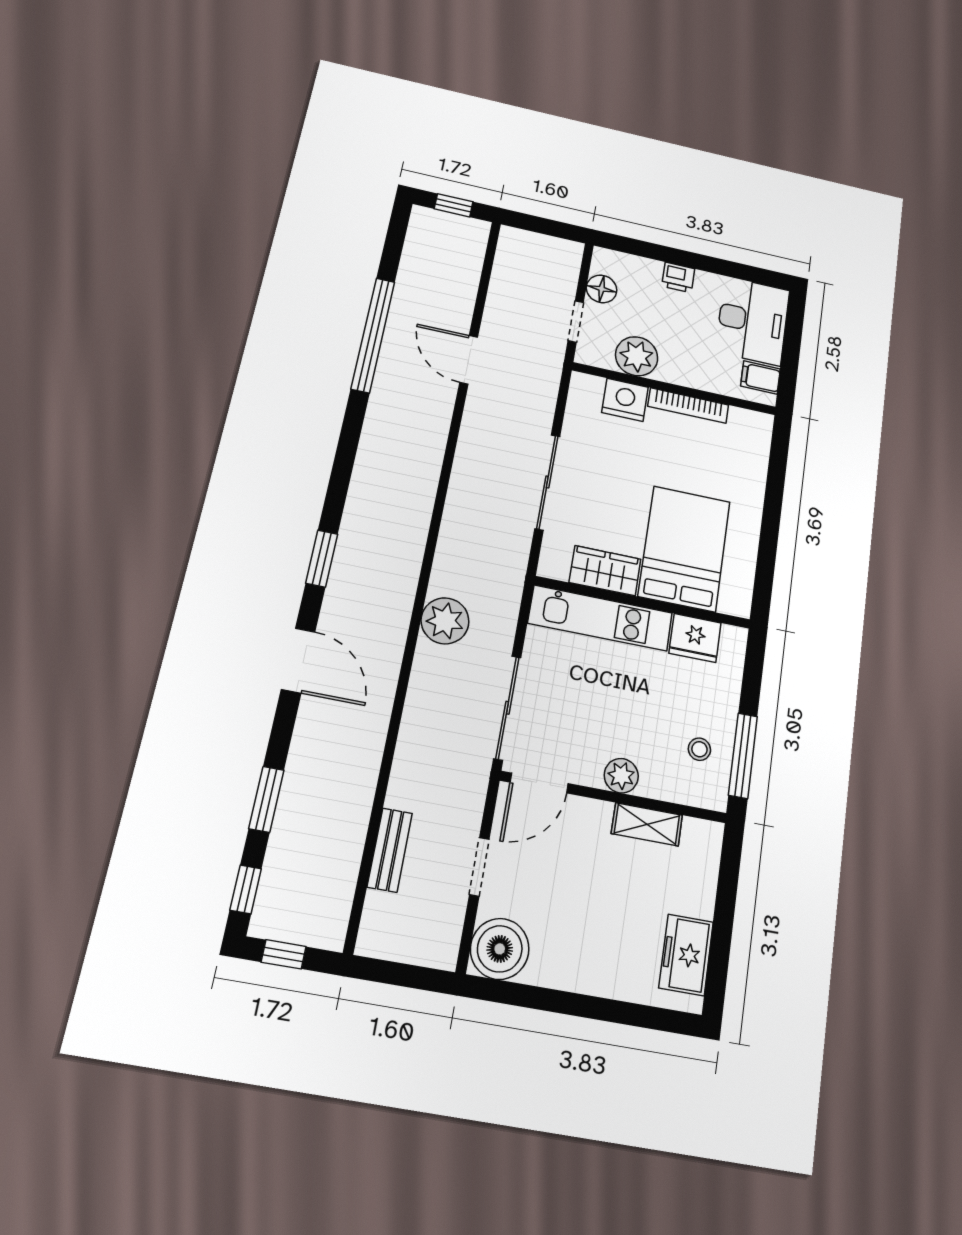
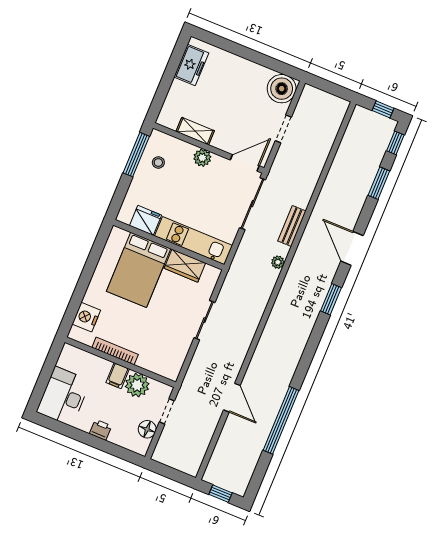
filing cabinet: (760, 377) -> (118, 376), moved, turned 90
nightstand: (625, 400) -> (86, 317), moved, turned 90
sliding door: (547, 482) -> (204, 320), width x0.73
plant: (445, 621) -> (278, 262), width x0.53, depth x0.53
bench: (390, 850) -> (292, 226), moved

